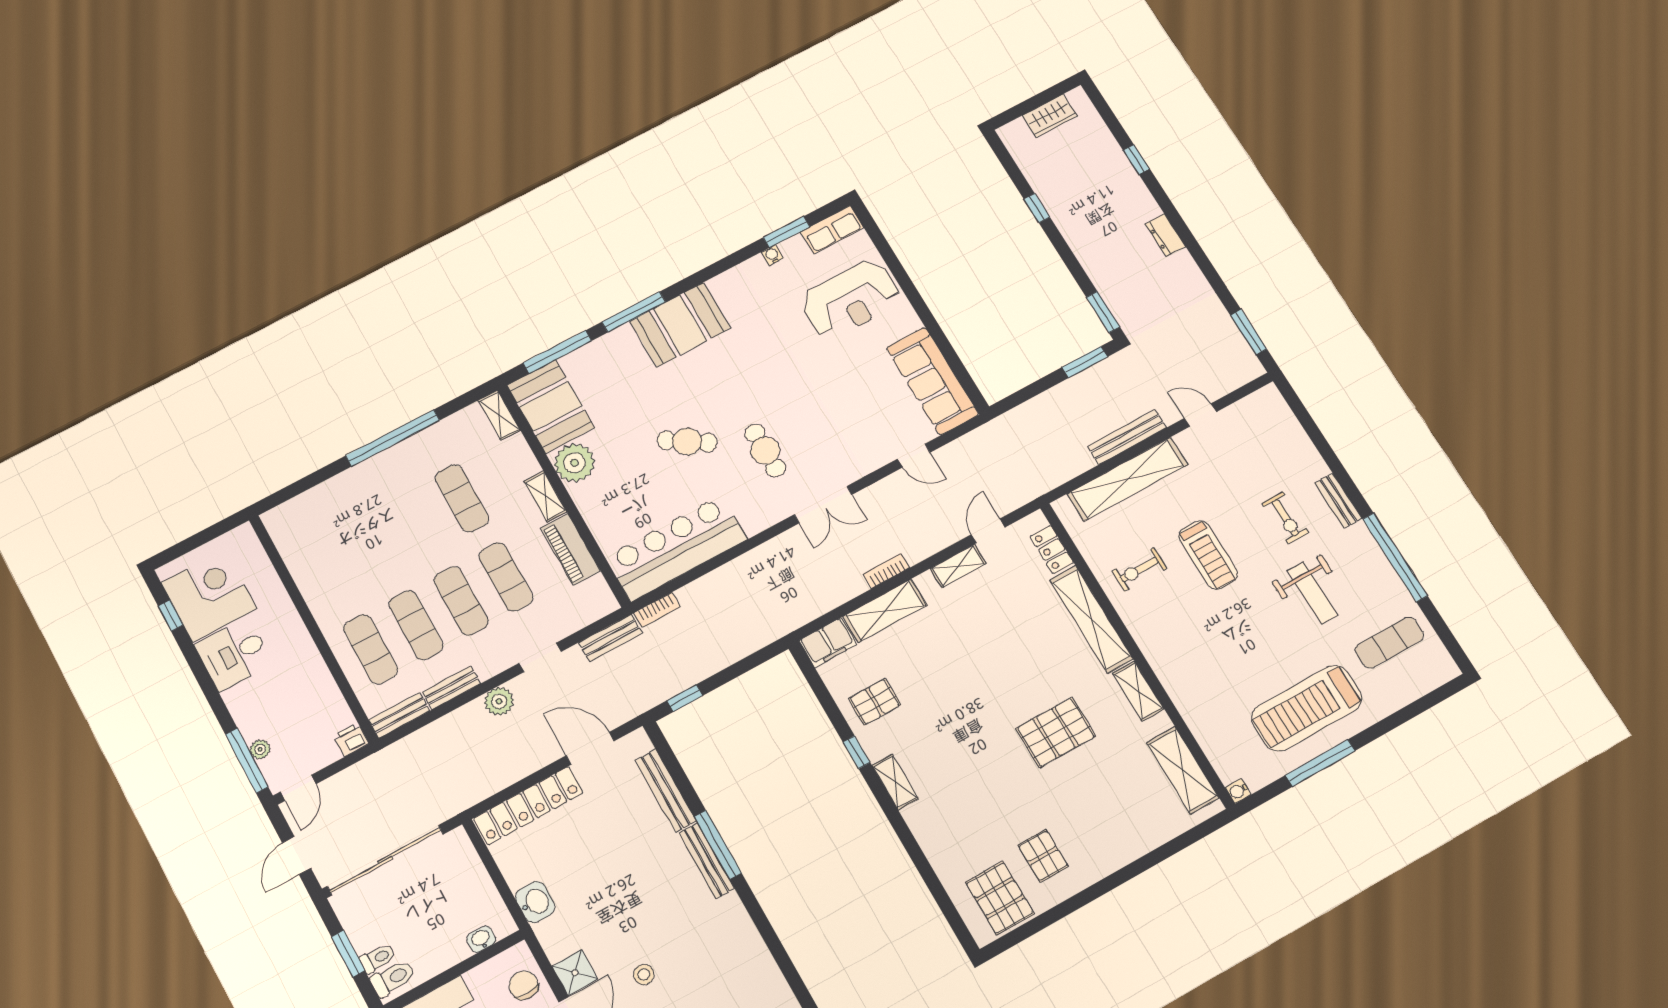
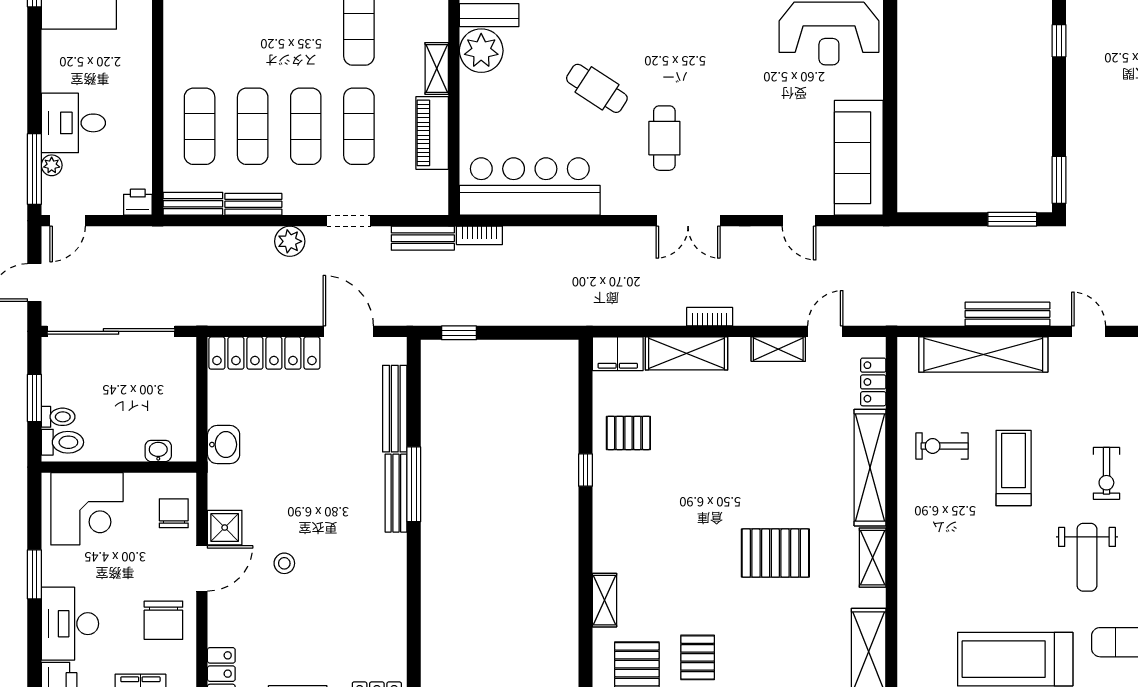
treadmill: (1208, 555) -> (1014, 468), turned 180
desk: (234, 654) -> (73, 123), moved
shelving: (895, 782) -> (604, 600), moved

